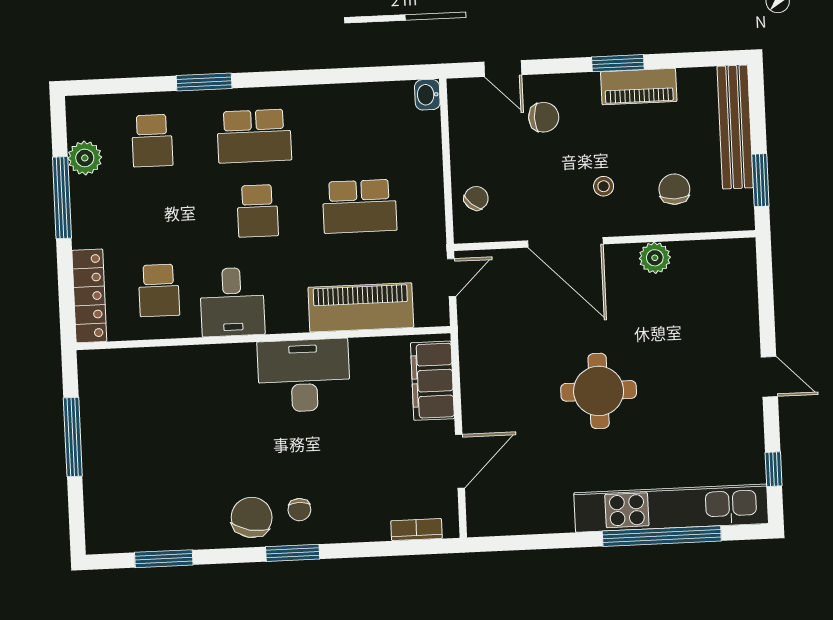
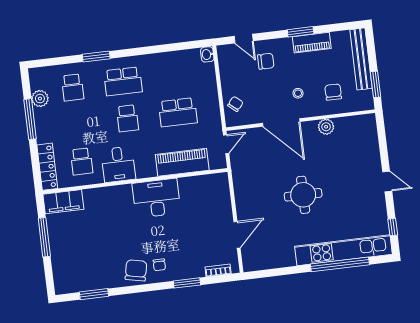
filing cabinet: (432, 381) -> (63, 202), moved, turned -90
window: (293, 553) -> (187, 283), moved

